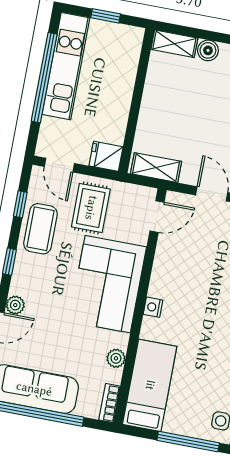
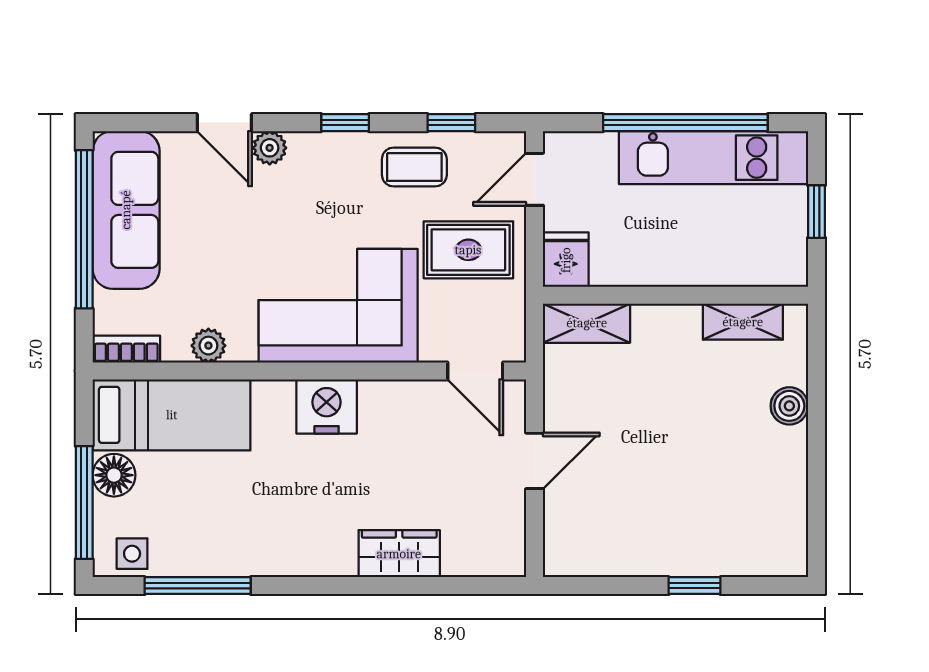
shelving: (174, 44) -> (743, 322), moved, turned 90
shelving: (156, 168) -> (587, 323), moved, turned 90
coffee table: (40, 229) -> (414, 167), width x0.73, depth x0.77
nightstand: (153, 307) -> (327, 406), width x1.89, depth x1.79
floor lamp: (176, 423) -> (114, 475), added

